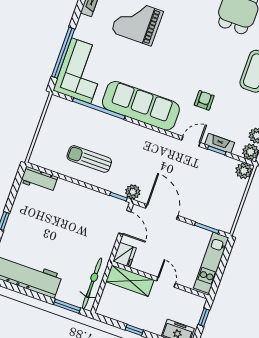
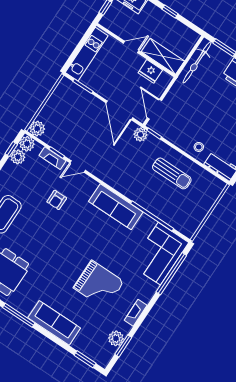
sofa: (141, 106) -> (116, 207), width x0.74, depth x0.79
stool: (68, 194) -> (199, 147), added
fridge: (125, 255) -> (150, 71), moved, turned -90
door: (166, 282) -> (131, 47), swing flipped

